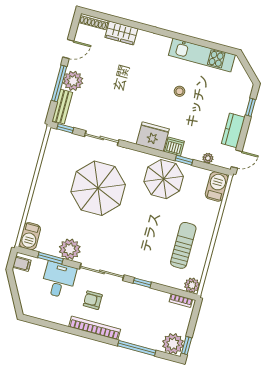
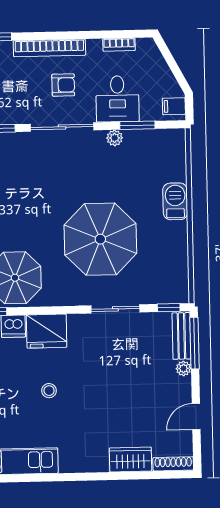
plant: (73, 81) -> (184, 368), width x0.53, depth x0.53
window: (59, 83) -> (195, 343), moved
stool: (179, 91) -> (49, 391), moved
barbecue: (30, 236) -> (175, 201), moved
plant: (70, 249) -> (115, 138), width x0.53, depth x0.53
bookcase: (47, 316) -> (119, 45), added

